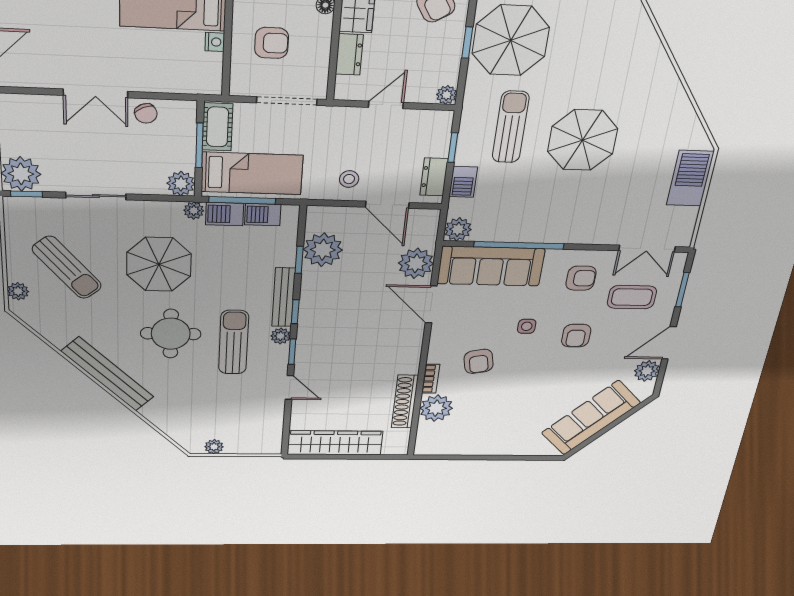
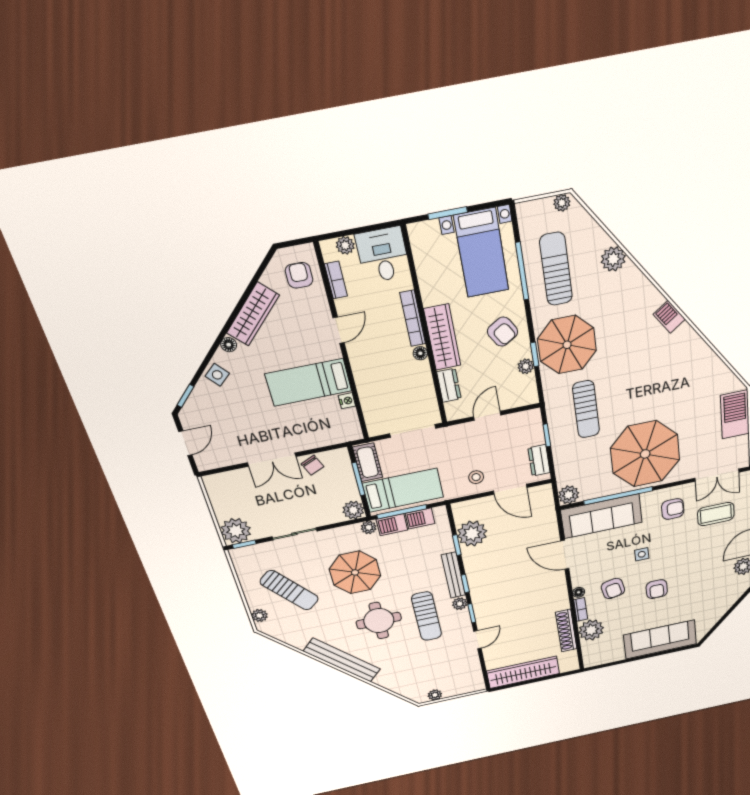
armchair: (272, 43) -> (389, 391), removed
plant: (447, 95) -> (526, 366), moved
sun lounger: (511, 127) -> (586, 409), turned 180
parasol: (583, 140) -> (645, 454), moved, width x1.36, depth x1.36
barbecue: (463, 182) -> (669, 317), moved, turned 145
plant: (416, 263) -> (544, 527), removed
armchair: (576, 336) -> (657, 589), moved
sun lounger: (234, 342) -> (427, 616), turned 180
floor lamp: (435, 356) -> (579, 592), added
door: (289, 387) -> (477, 640), hinge flipped
sofa: (591, 418) -> (660, 640), moved, turned 45

